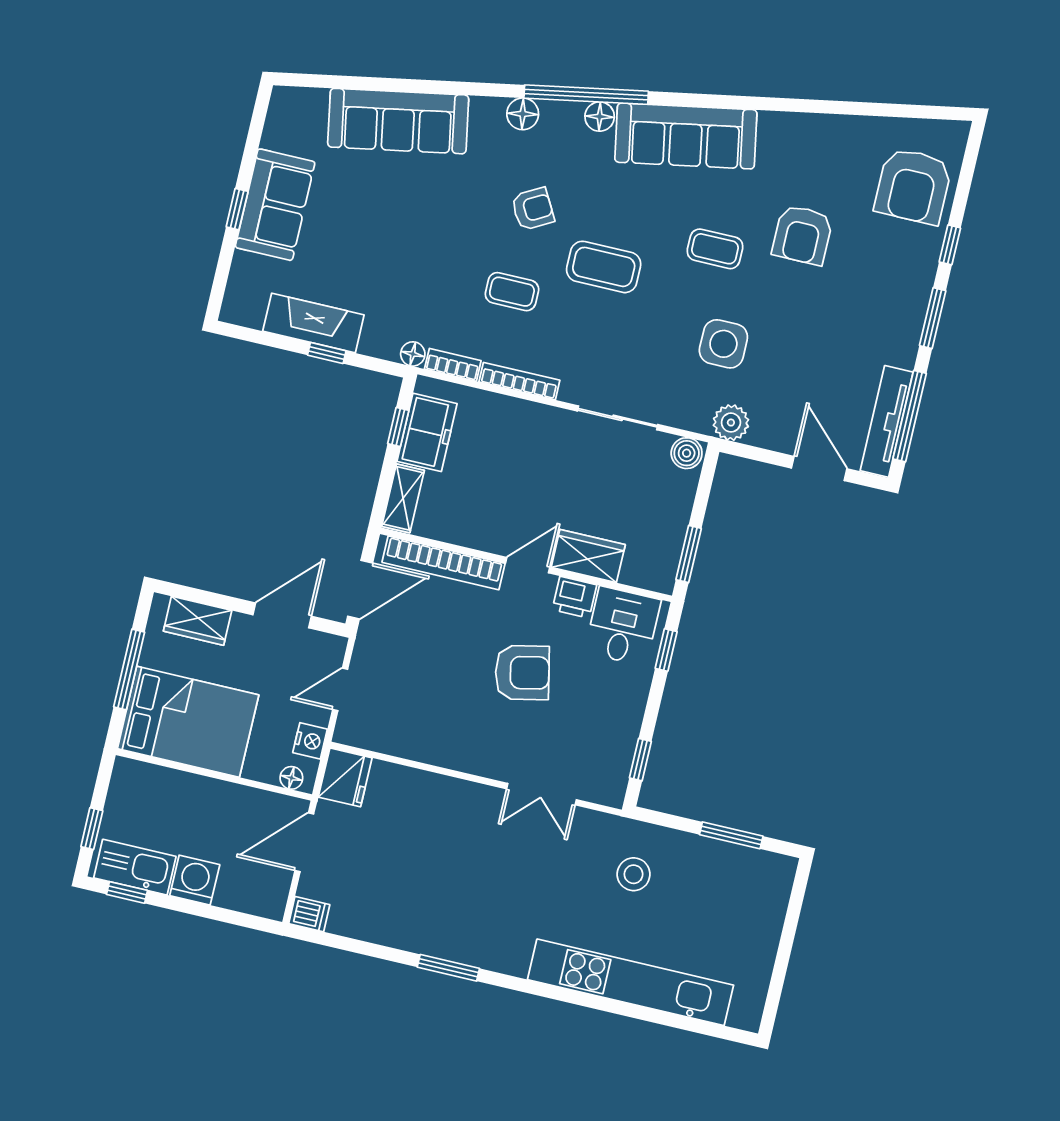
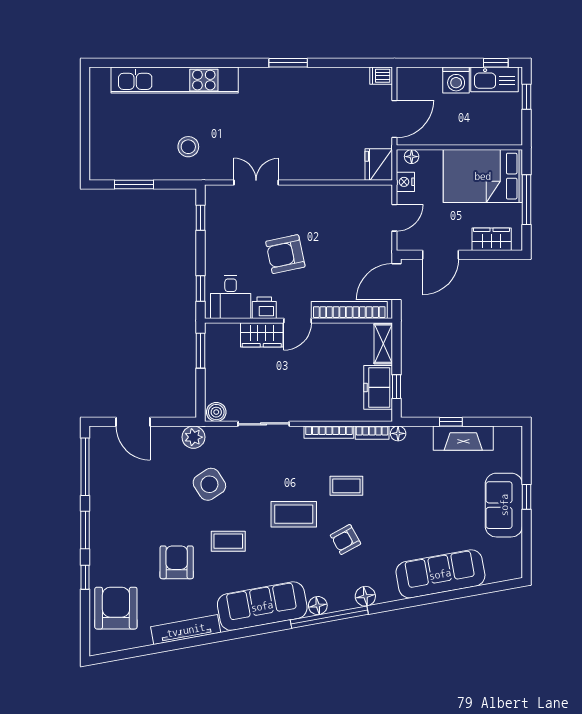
side table: (723, 344) -> (209, 484), turned -33
tv unit: (887, 421) -> (186, 630), moved, turned -100

